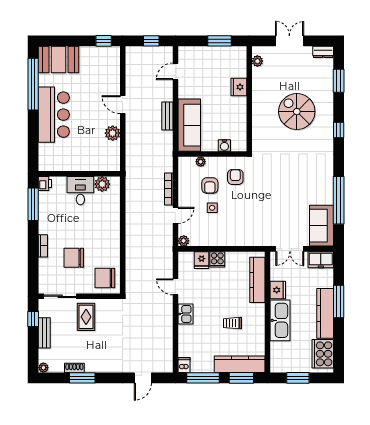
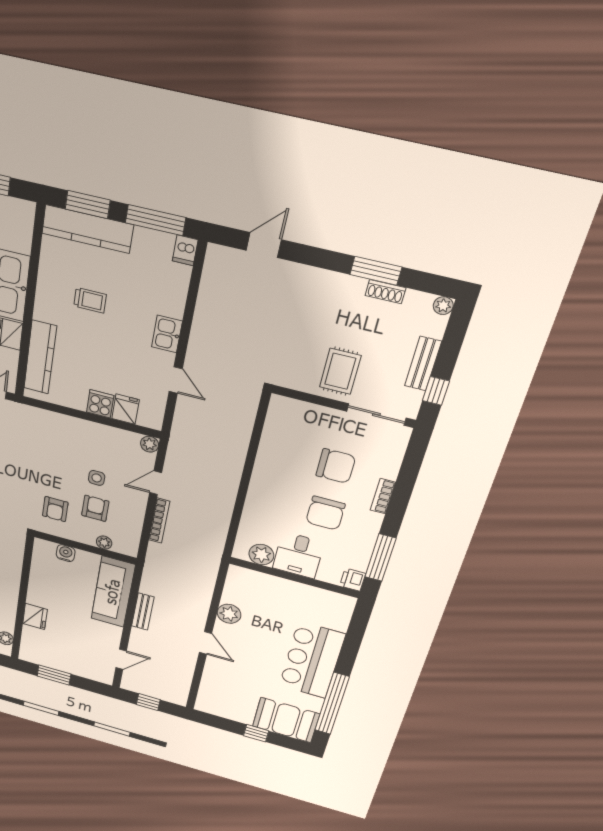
window: (104, 41) -> (256, 733), moved
chair: (105, 278) -> (325, 513), moved, turned 90

